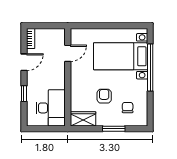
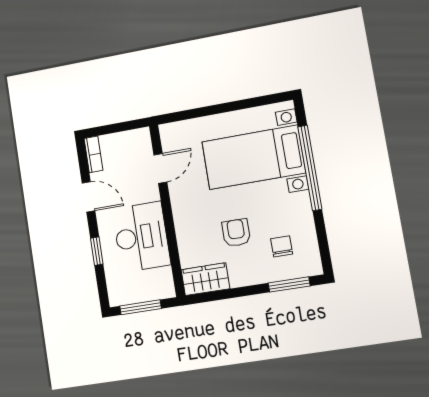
door: (24, 62) -> (88, 197), hinge flipped
desk: (51, 108) -> (141, 237), moved
window: (44, 129) -> (141, 307), added
window: (114, 129) -> (289, 284), moved

